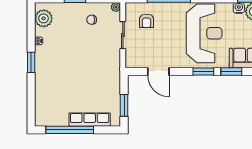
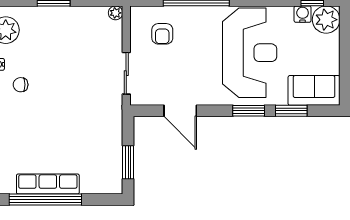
chair: (92, 20) -> (21, 85), moved
sliding door: (123, 35) -> (126, 73), moved
row of seats: (90, 120) -> (48, 184), moved

